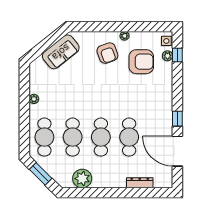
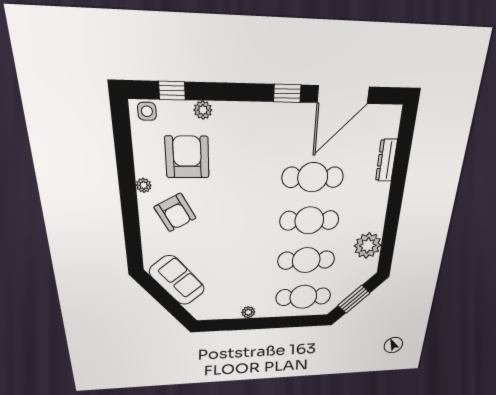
armchair: (107, 53) -> (175, 213), turned 82
plant: (168, 56) -> (203, 110), moved

